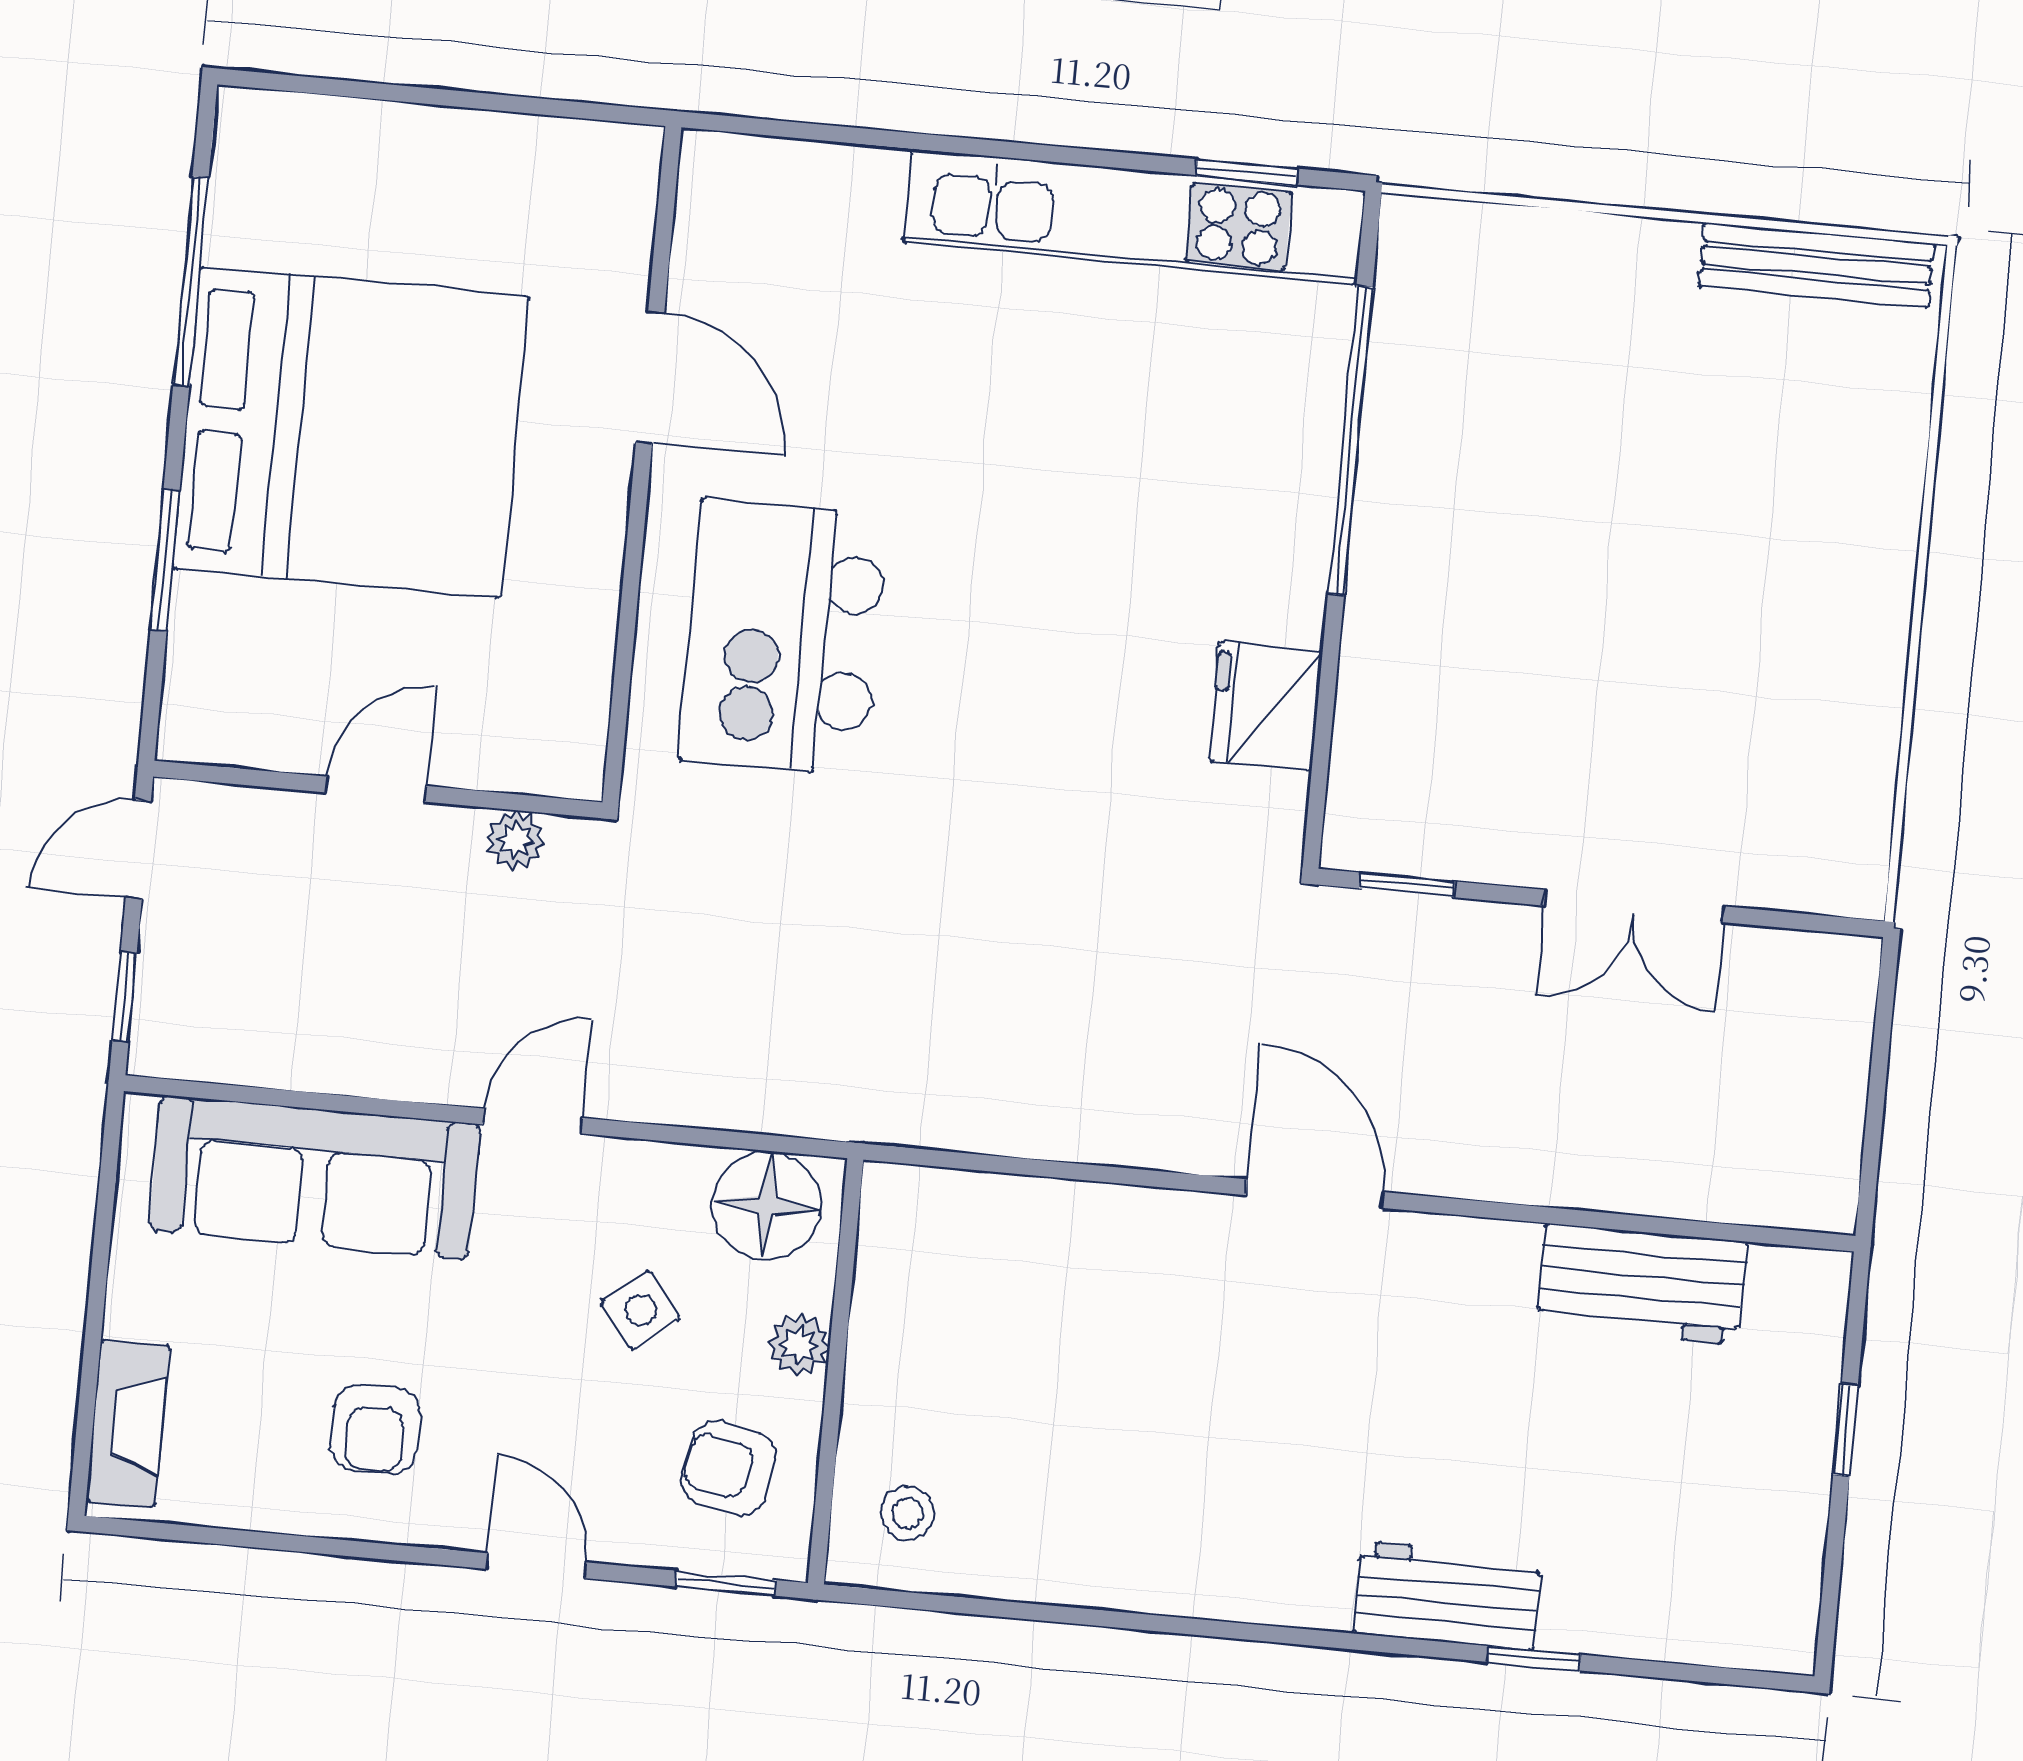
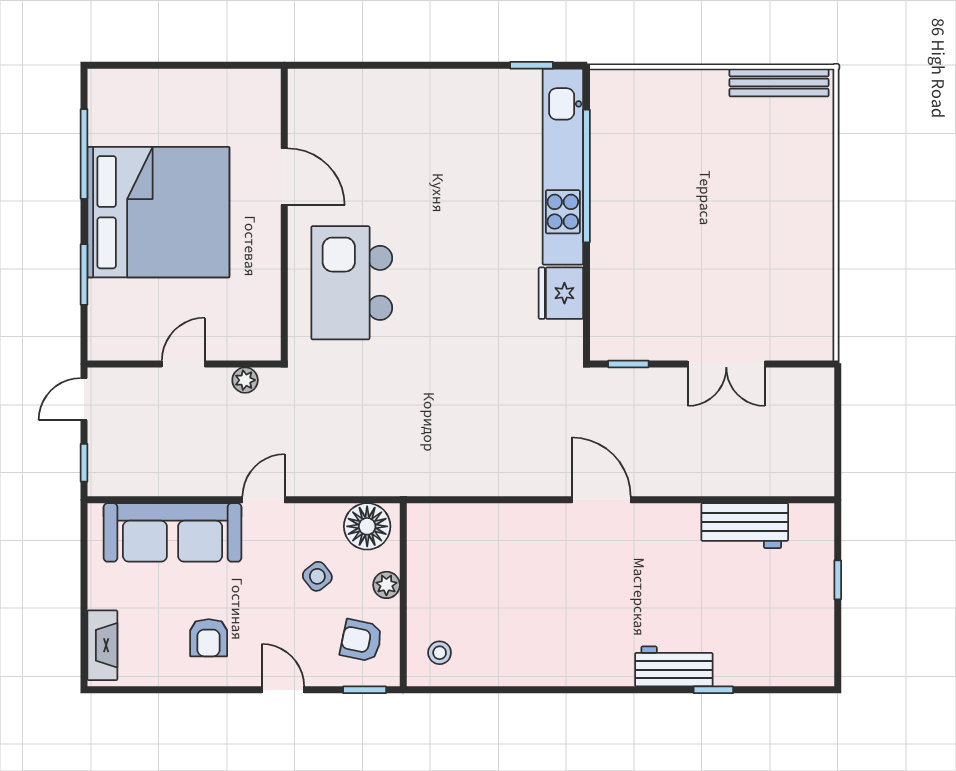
kitchen unit: (1134, 217) -> (563, 167), moved, turned 90

